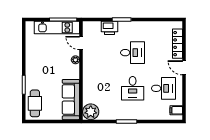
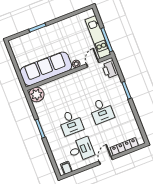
printer: (110, 28) -> (110, 69), moved
desk: (133, 88) -> (71, 123), turned -90
desk: (163, 88) -> (81, 149), turned -90
sofa: (71, 100) -> (46, 69), width x1.36, depth x1.27
cafe table: (35, 103) -> (25, 43), removed

